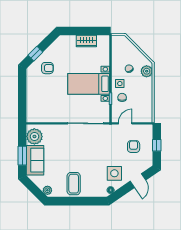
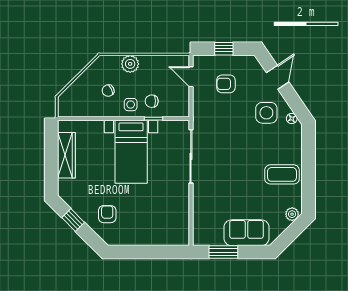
wardrobe: (86, 41) -> (66, 155), width x1.50
window: (35, 54) -> (73, 220), moved
plant: (147, 71) -> (130, 64), moved
door: (125, 123) -> (191, 77), moved
plant: (34, 136) -> (211, 234), removed
window: (22, 156) -> (223, 252), moved
door: (138, 181) -> (278, 77), hinge flipped

